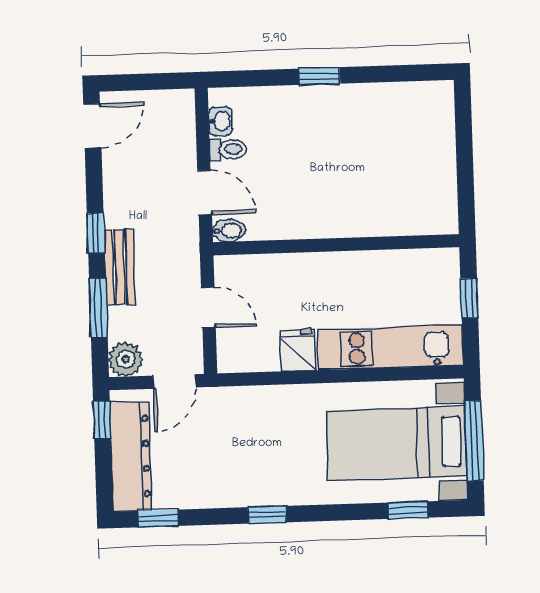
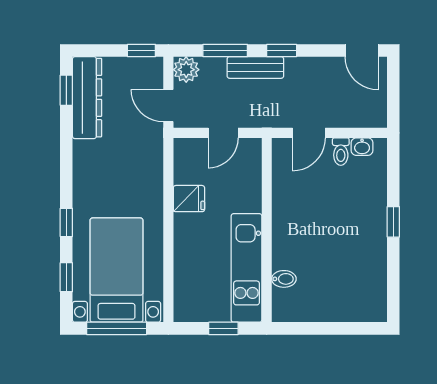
bidet: (229, 231) -> (284, 279), moved, turned -90
kitchen unit: (390, 347) -> (246, 268), moved, turned 180
dresser: (131, 456) -> (87, 98), moved, turned -90
window: (267, 515) -> (66, 222), moved

